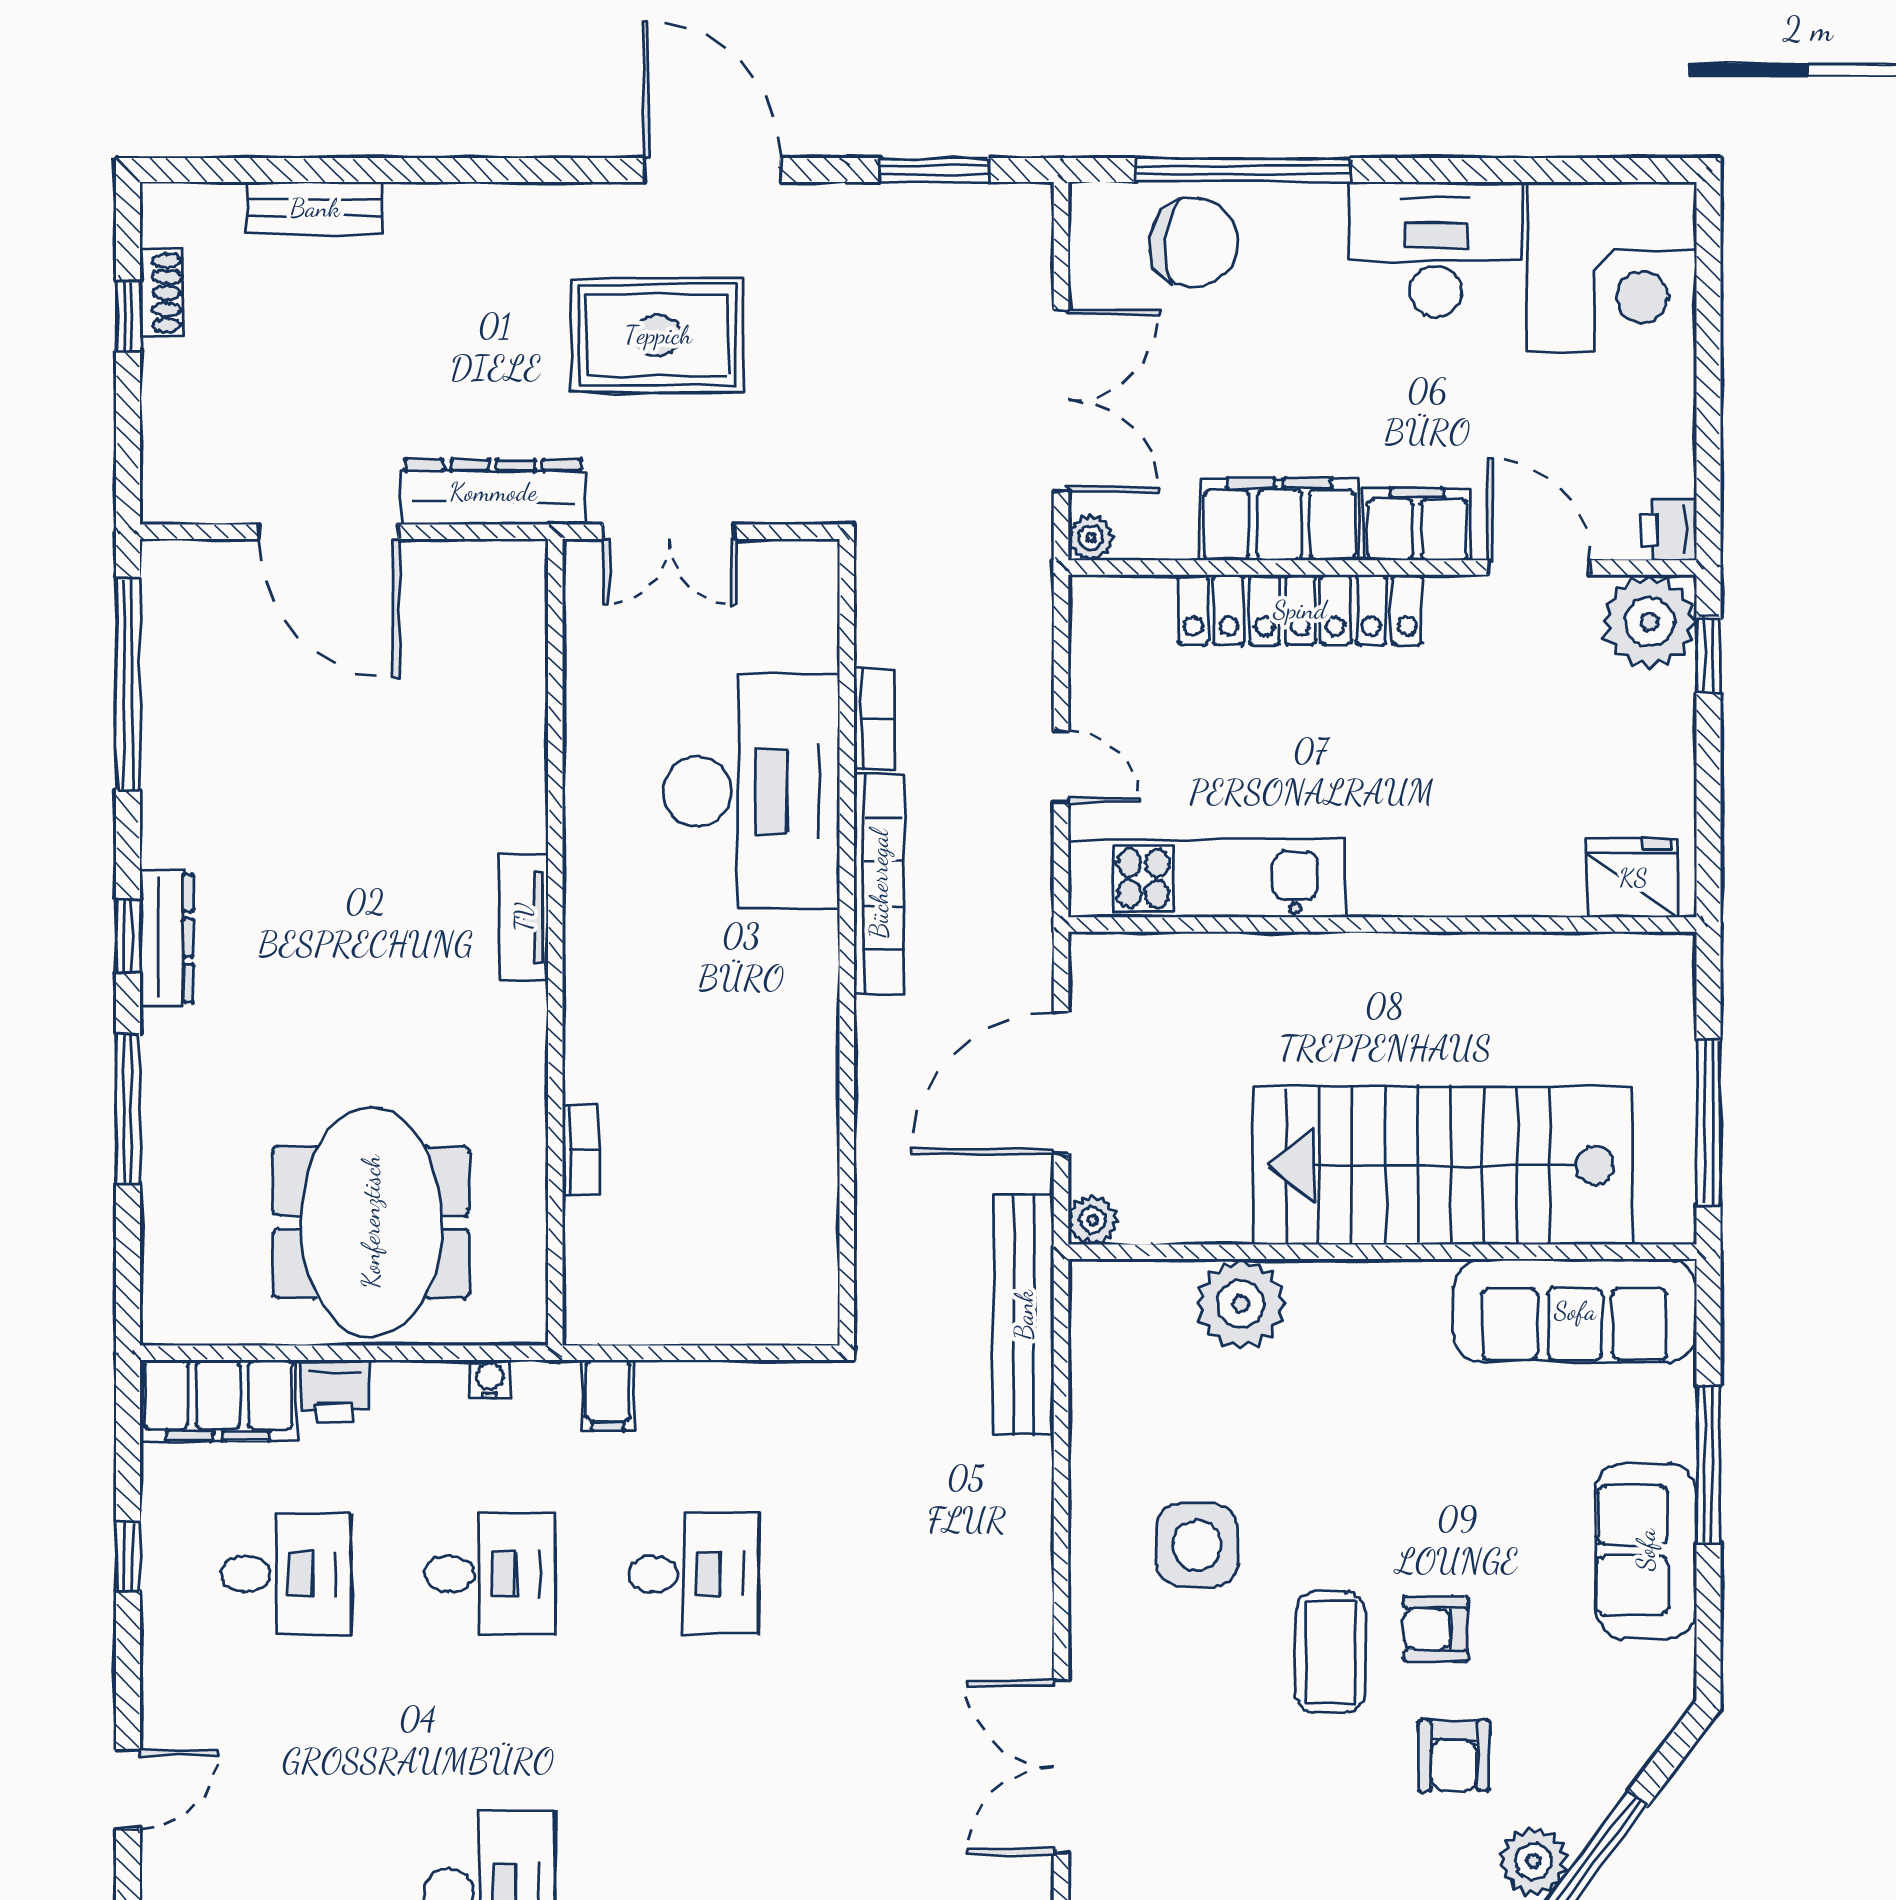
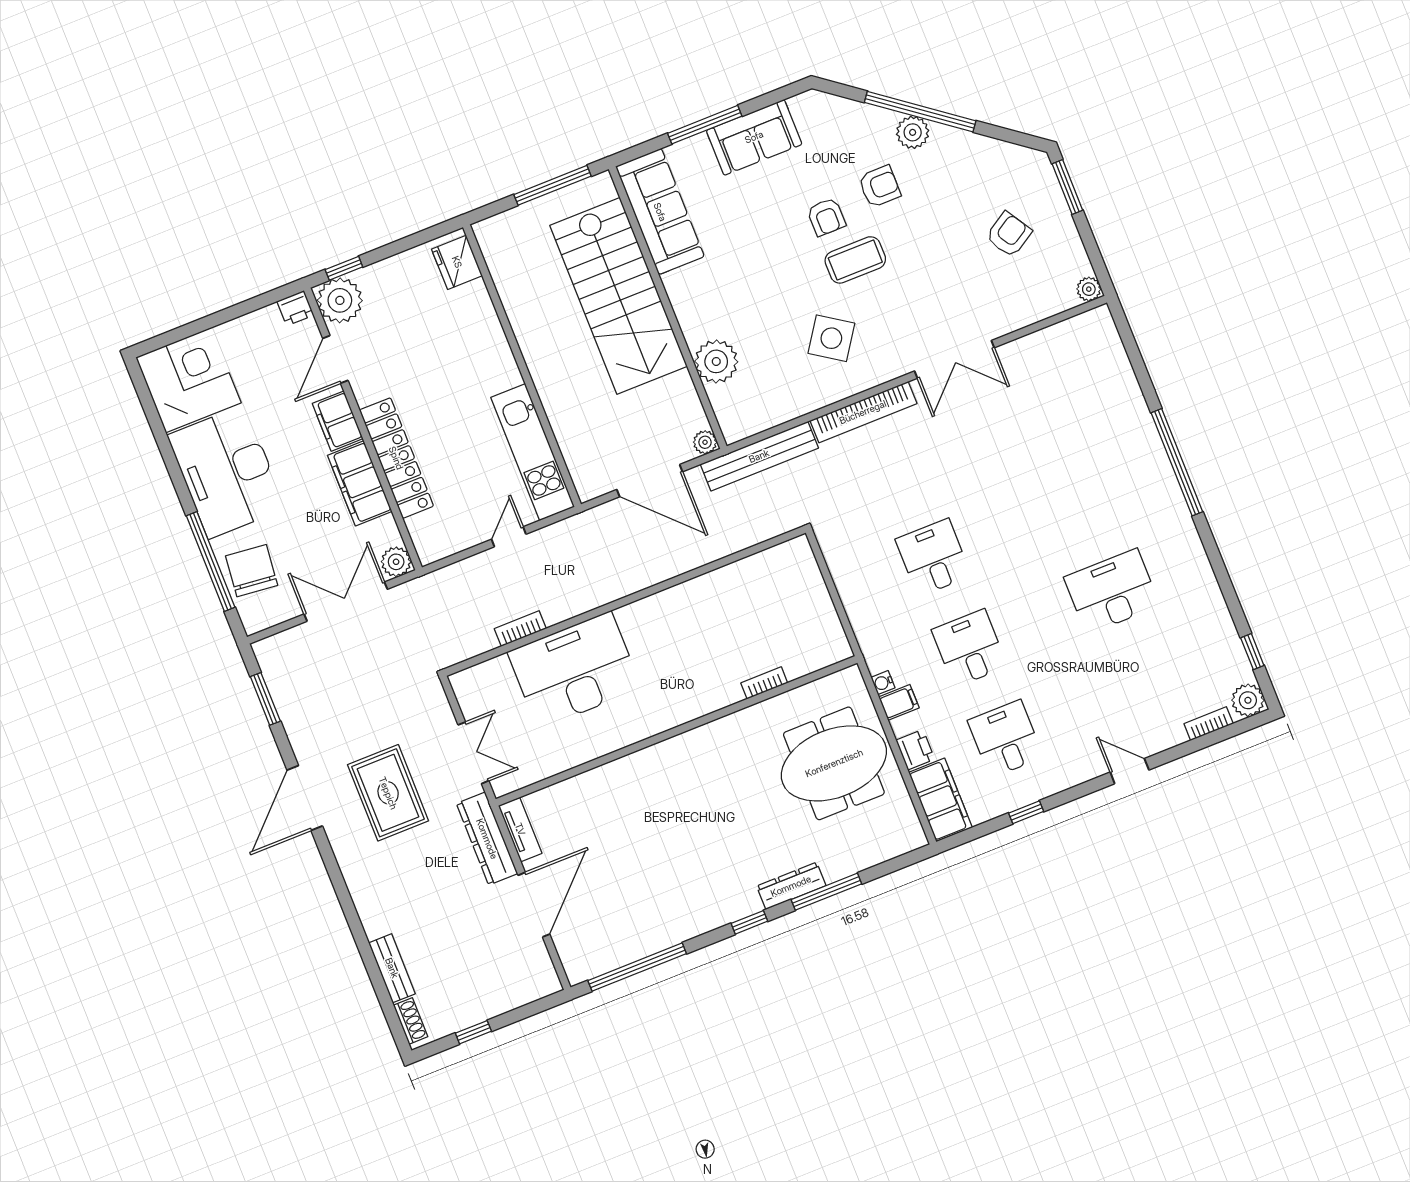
desk: (1436, 250) -> (226, 472), width x1.36, depth x1.30
shoe rack: (161, 293) -> (411, 1021), moved, turned 90
plant: (1091, 538) -> (396, 562), width x1.38, depth x1.38
bookcase: (879, 884) -> (863, 412), moved, turned 180
tv unit: (524, 917) -> (520, 829), moved, turned -90
dresser: (166, 938) -> (791, 886), moved
filing cabinet: (608, 1395) -> (899, 702), moved
side table: (1197, 1545) -> (831, 338), turned 34

